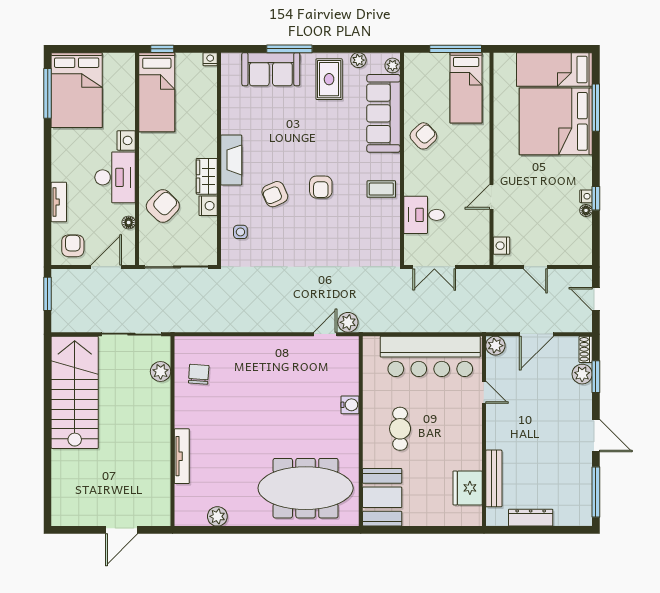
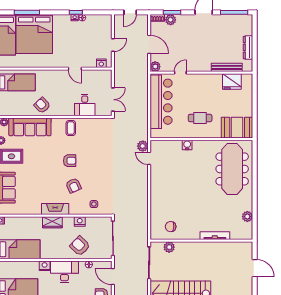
wardrobe: (207, 176) -> (52, 222), moved

